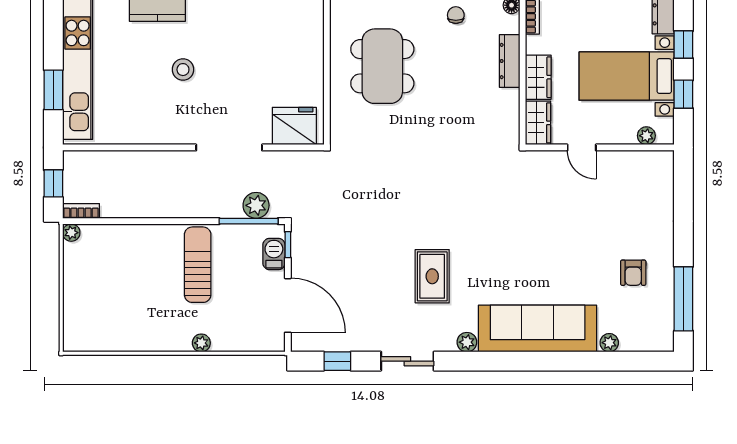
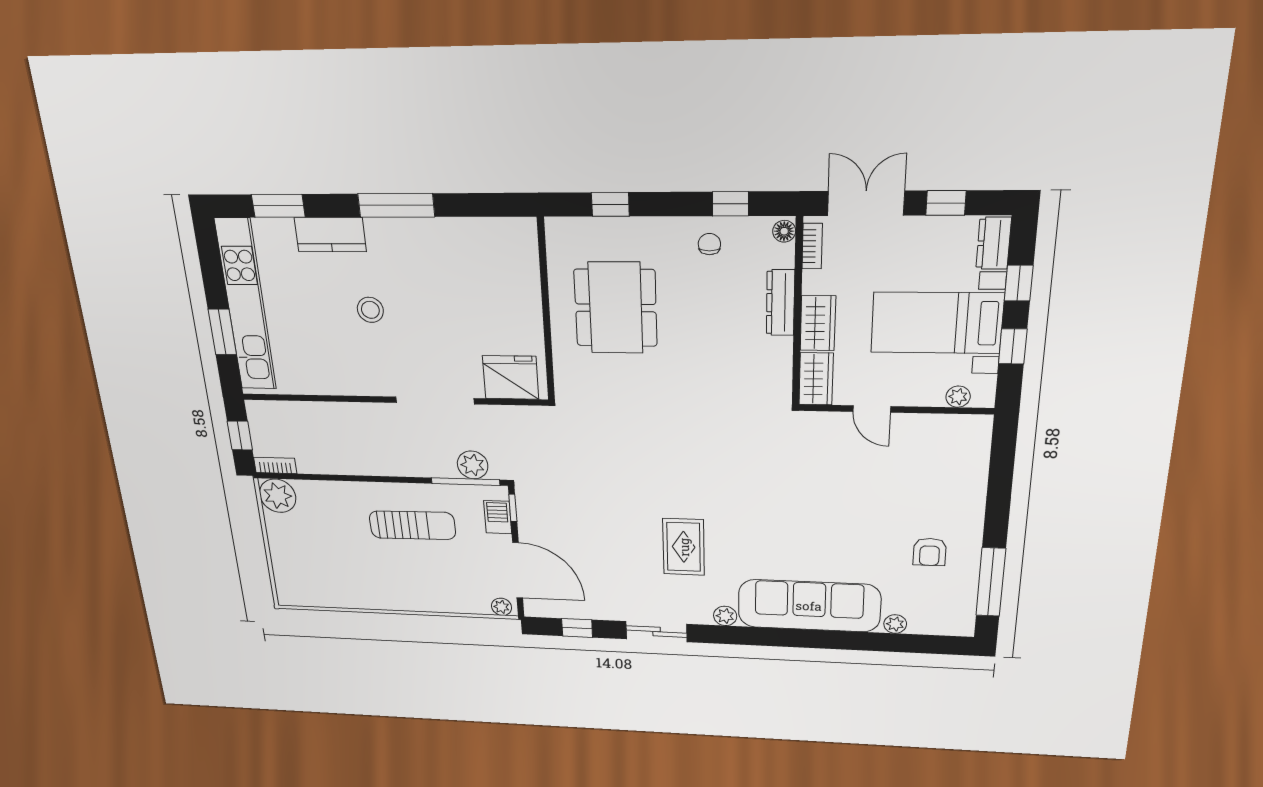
plant: (71, 233) -> (278, 496), width x1.88, depth x1.88
sun lounger: (198, 265) -> (412, 525), turned 89
plant: (201, 343) -> (502, 607), moved

